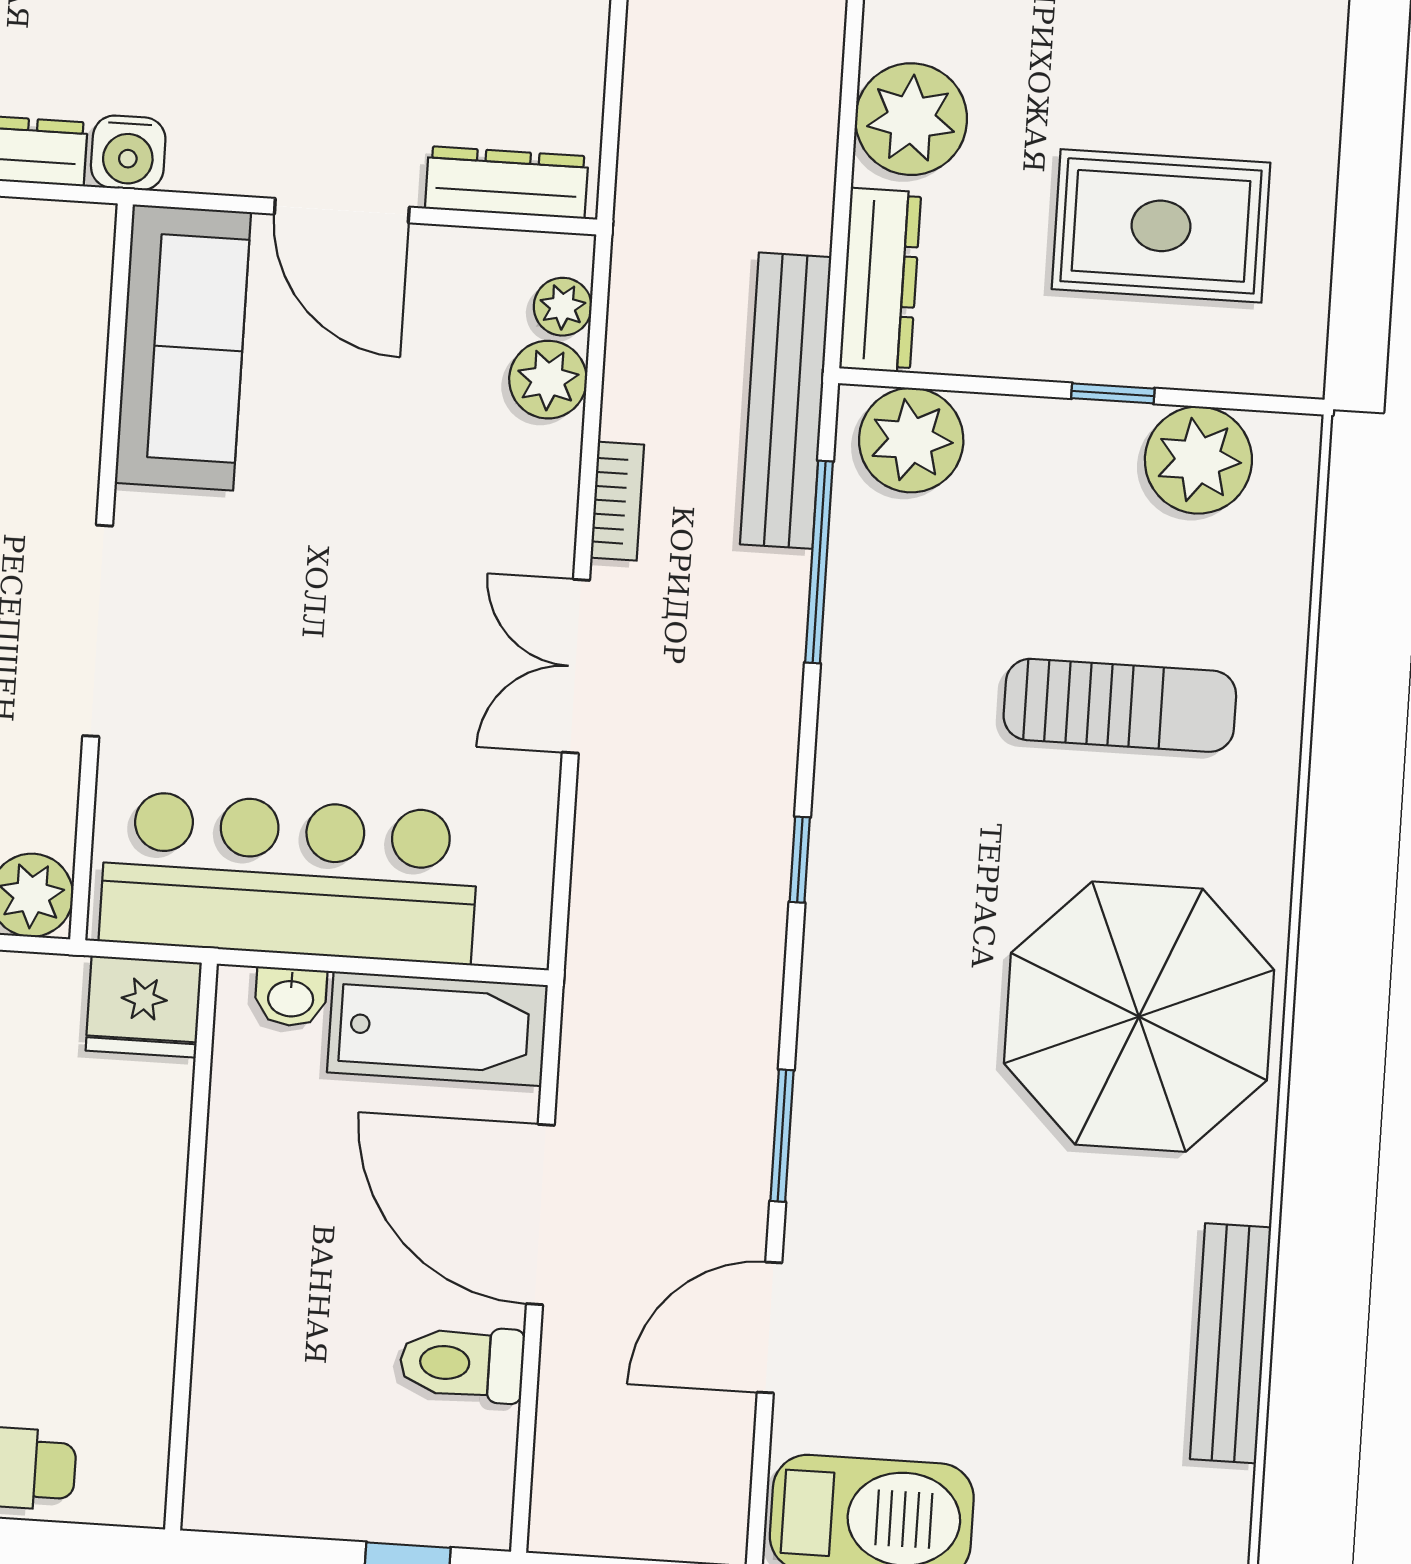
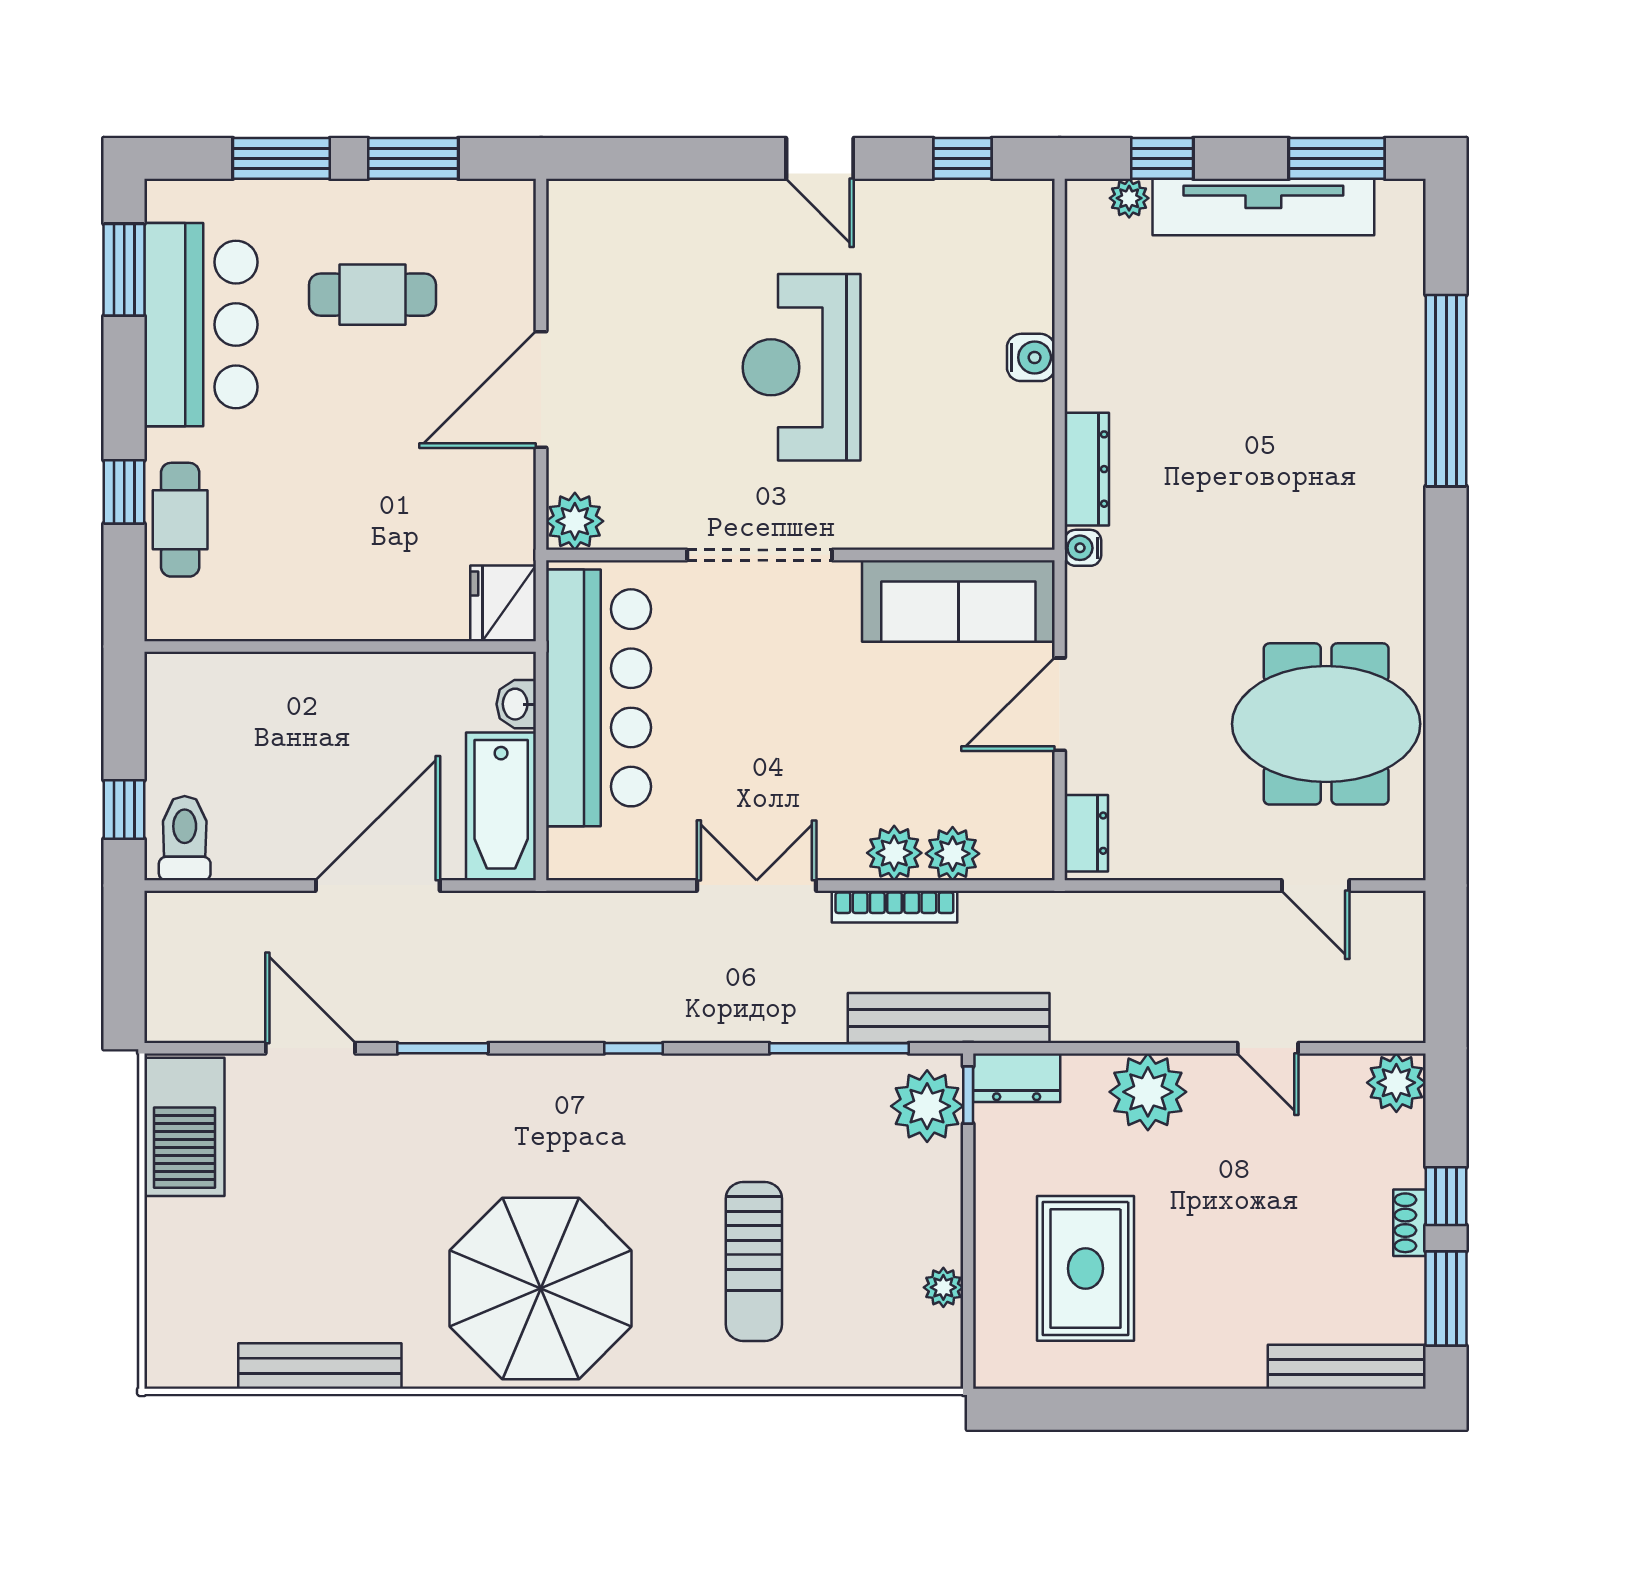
water cooler: (128, 153) -> (1083, 548), width x0.72, depth x0.72
dresser: (507, 182) -> (1086, 833), width x0.70
dresser: (880, 280) -> (1017, 1078), width x0.70
plant: (563, 307) -> (894, 853), moved, width x1.38, depth x1.38
window: (1113, 393) -> (968, 1095), moved
plant: (1198, 460) -> (943, 1287), width x0.53, depth x0.53
bookcase: (617, 501) -> (894, 907), width x1.56
toilet: (462, 1364) -> (185, 838), moved

